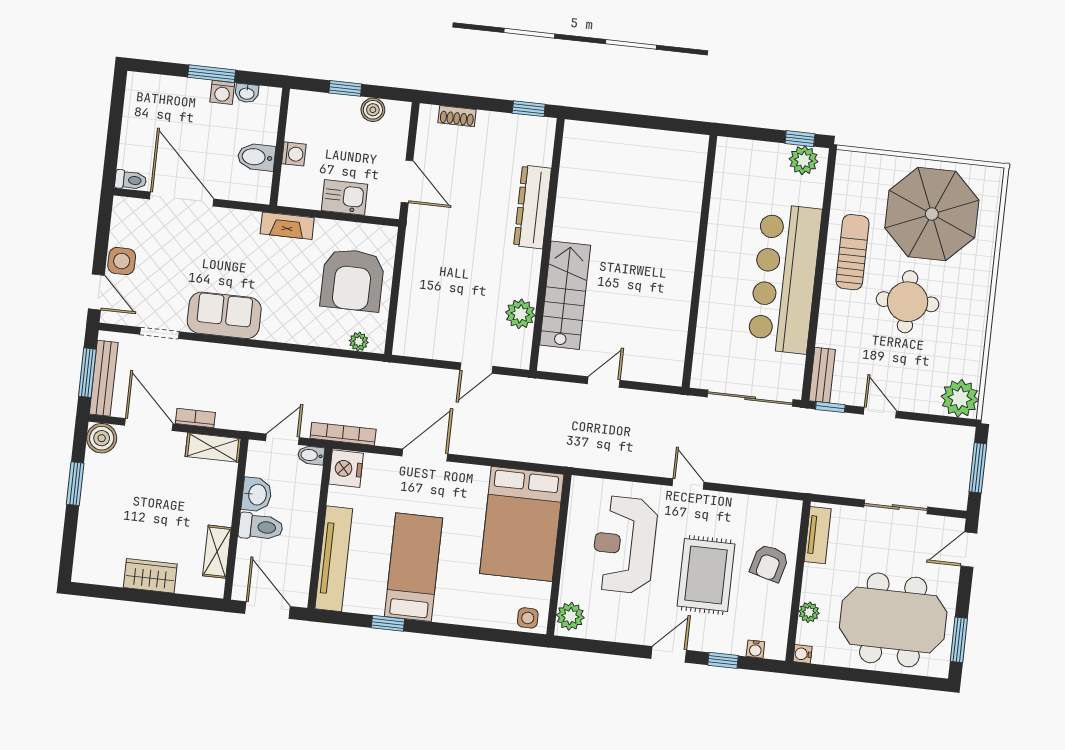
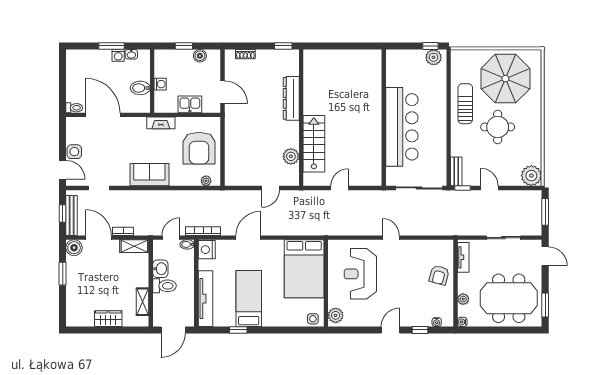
bar counter: (785, 279) -> (402, 127), moved, turned 180
sofa: (224, 315) -> (149, 175), moved
window: (87, 373) -> (63, 213), width x0.67
door: (969, 550) -> (545, 256), swing flipped
rug: (706, 575) -> (406, 285), removed
door: (268, 610) -> (173, 330), swing flipped

